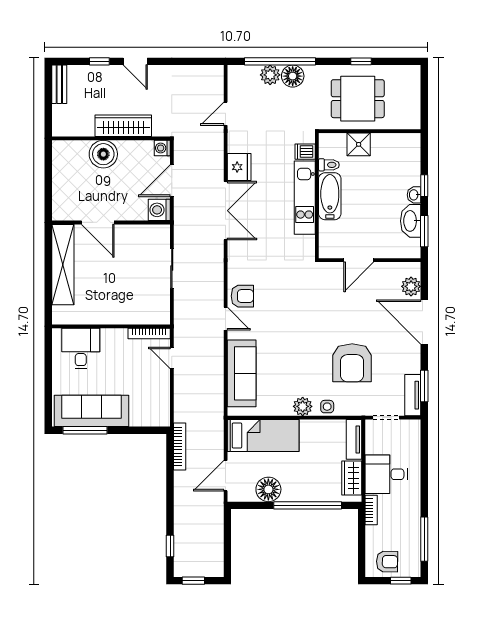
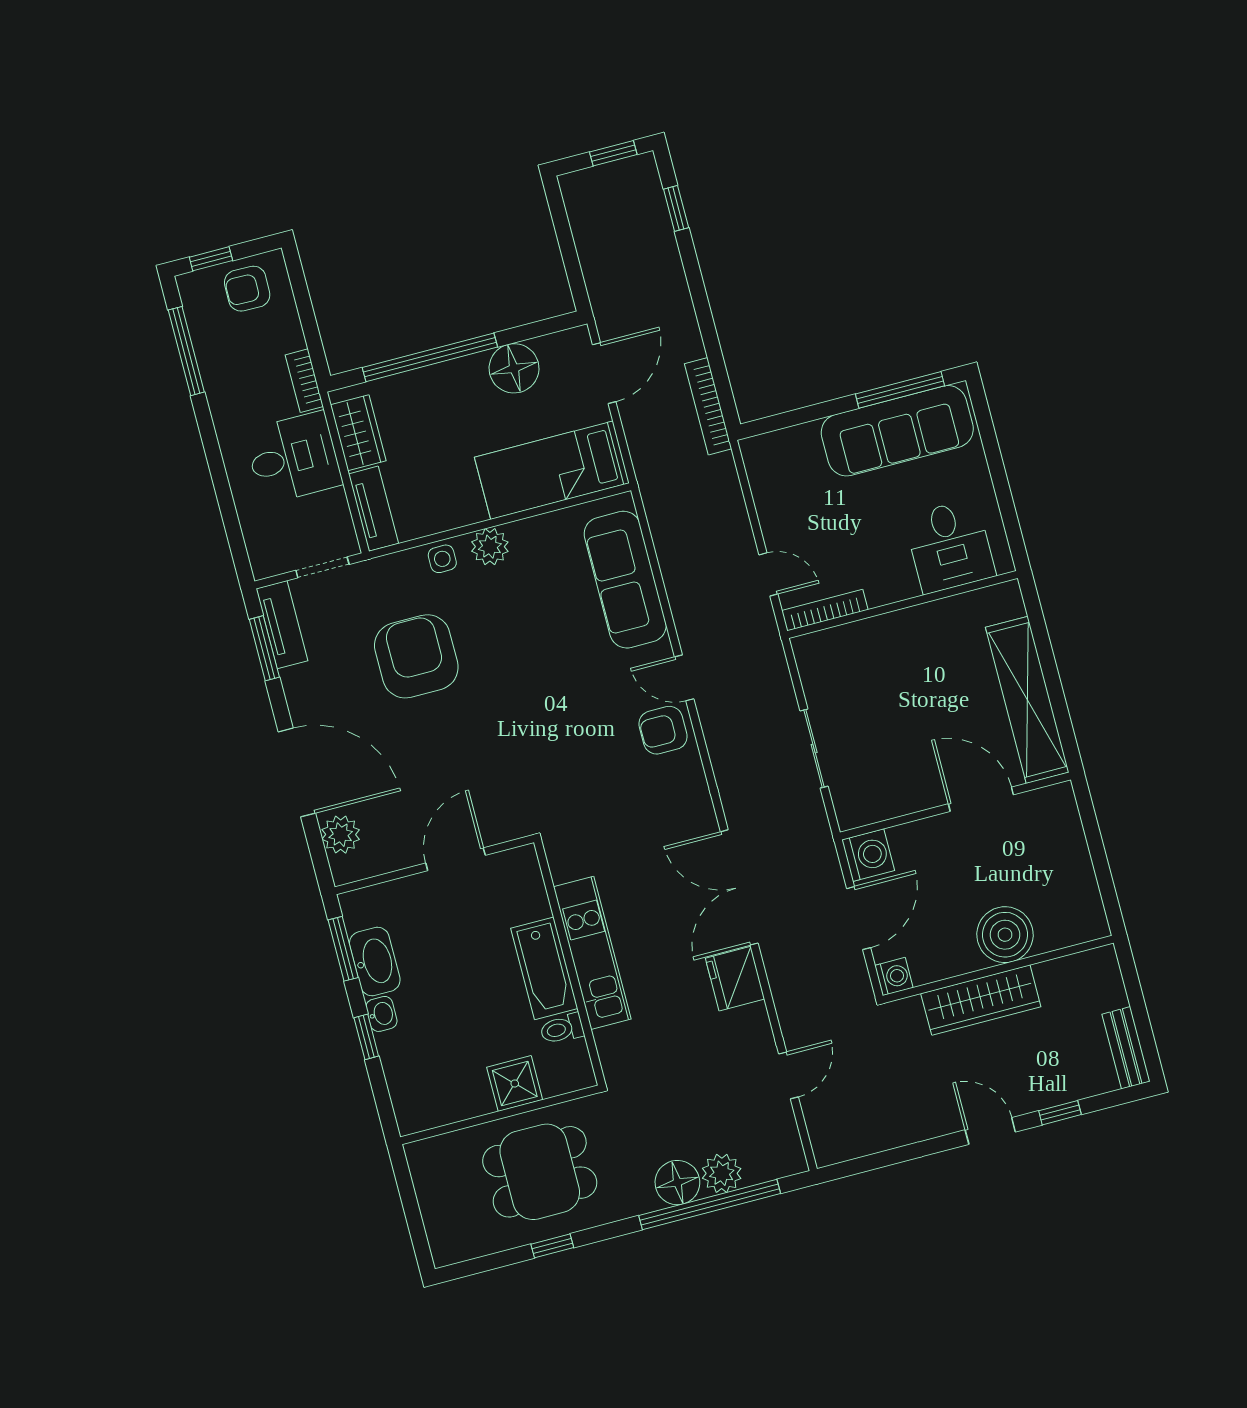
dishwasher: (305, 152) -> (615, 1042), removed

